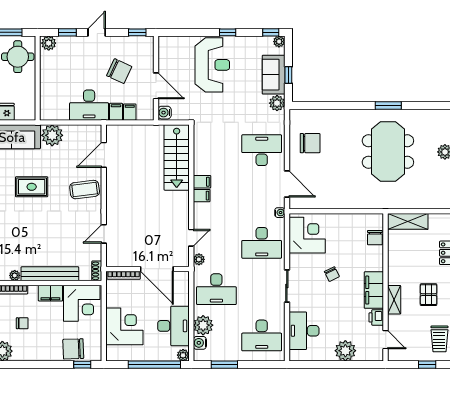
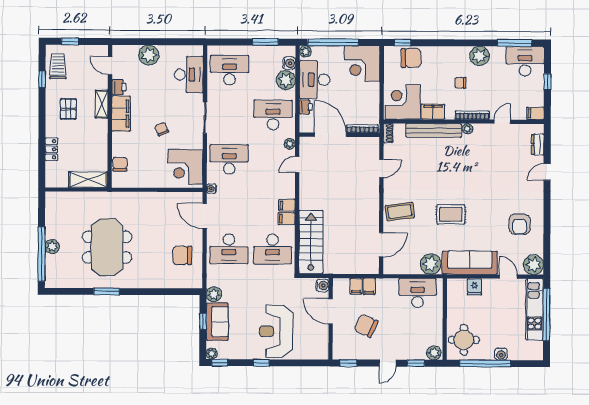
desk: (89, 105) -> (418, 293), moved
desk: (216, 150) -> (273, 249), added
printer: (182, 298) -> (306, 107), added
corner desk: (124, 326) -> (362, 64), moved

